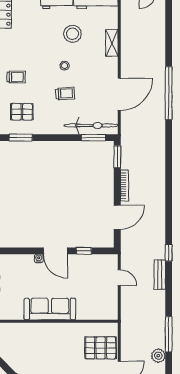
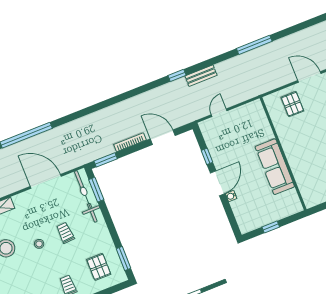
pallet: (101, 348) -> (292, 104), width x0.67, depth x0.71
plant: (158, 356) -> (278, 47), removed

